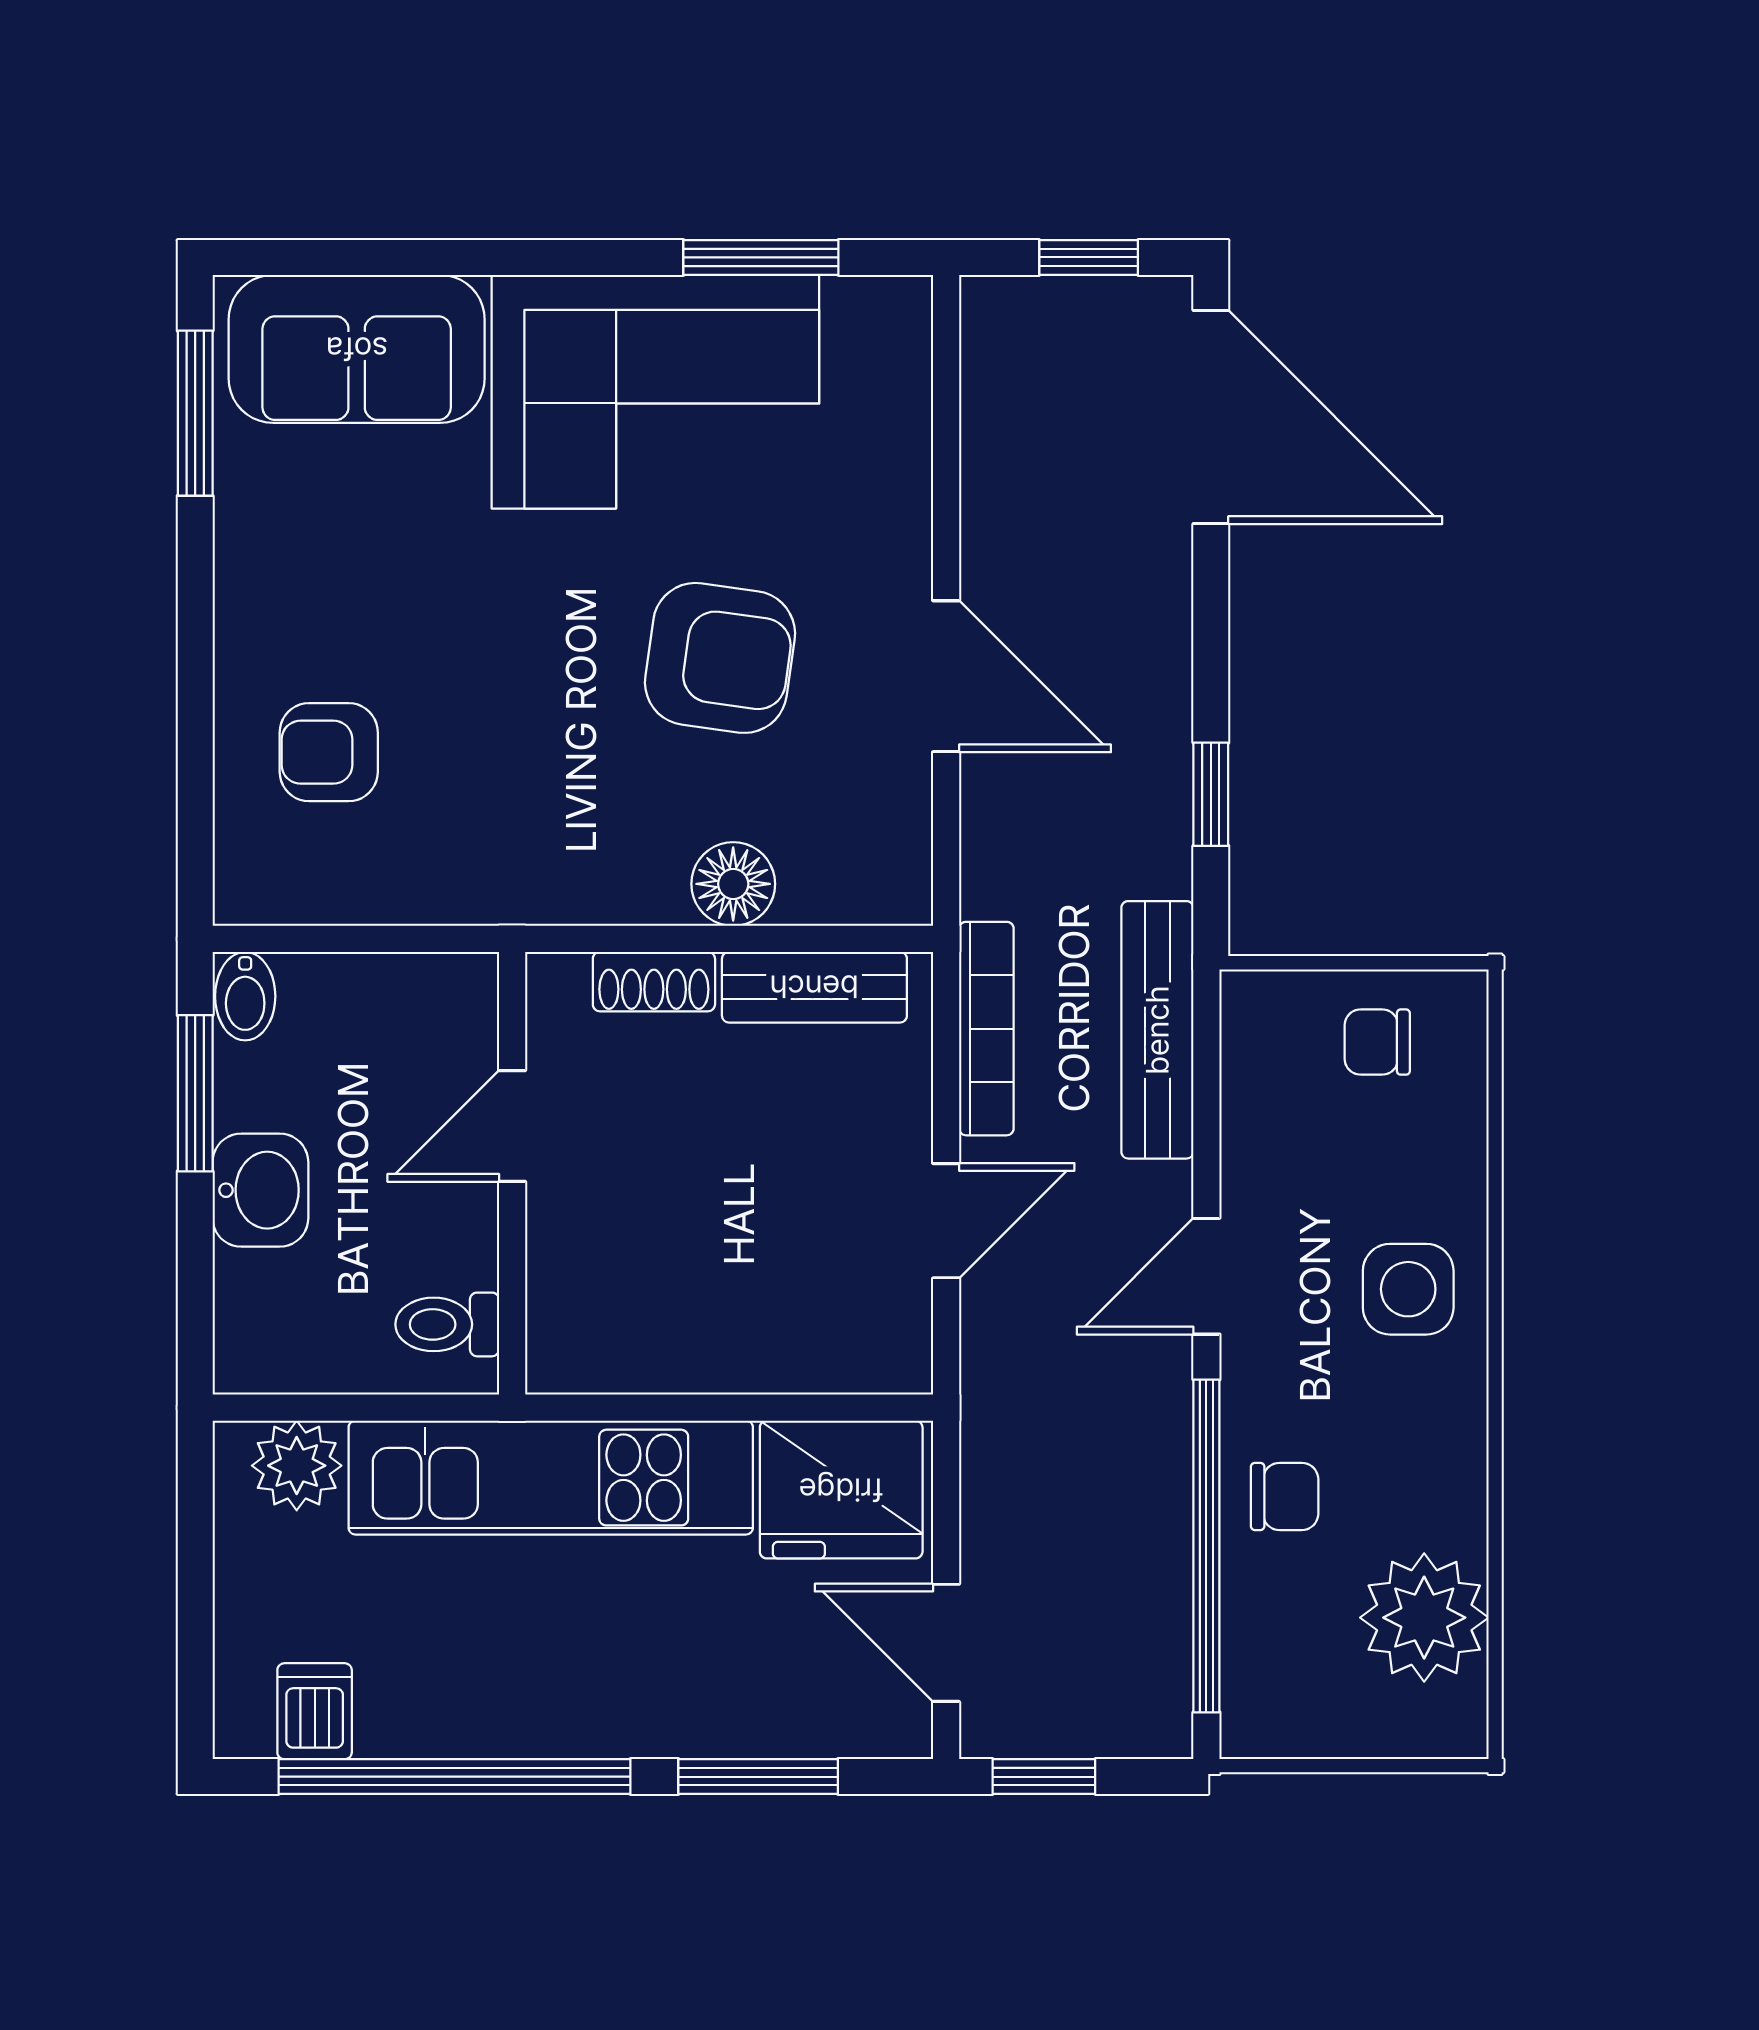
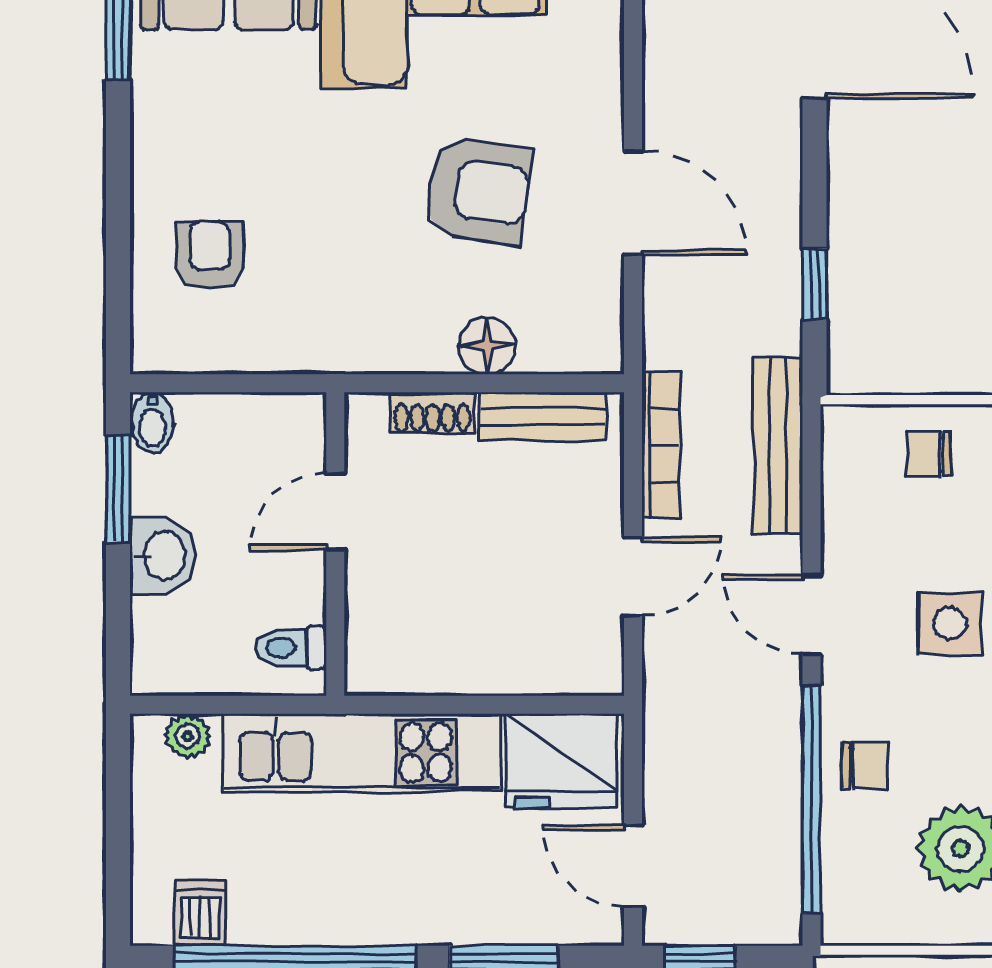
armchair: (329, 752) -> (210, 255), turned 90
door: (1206, 1276) -> (812, 615), hinge flipped
plant: (297, 1466) -> (188, 736), width x0.73, depth x0.73

